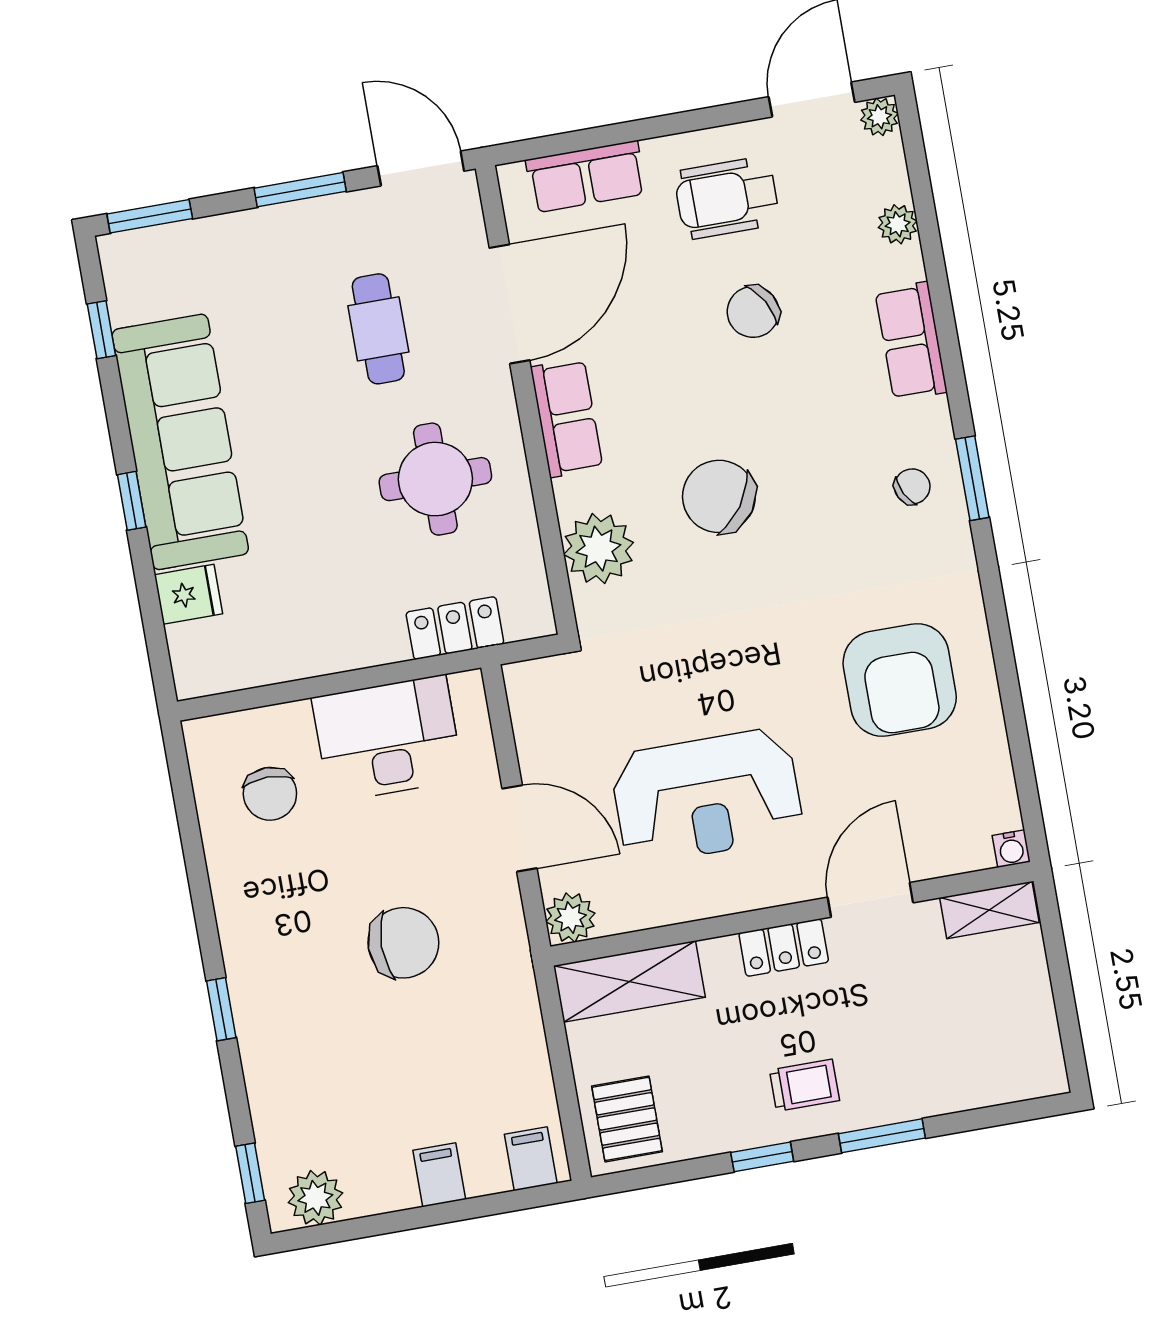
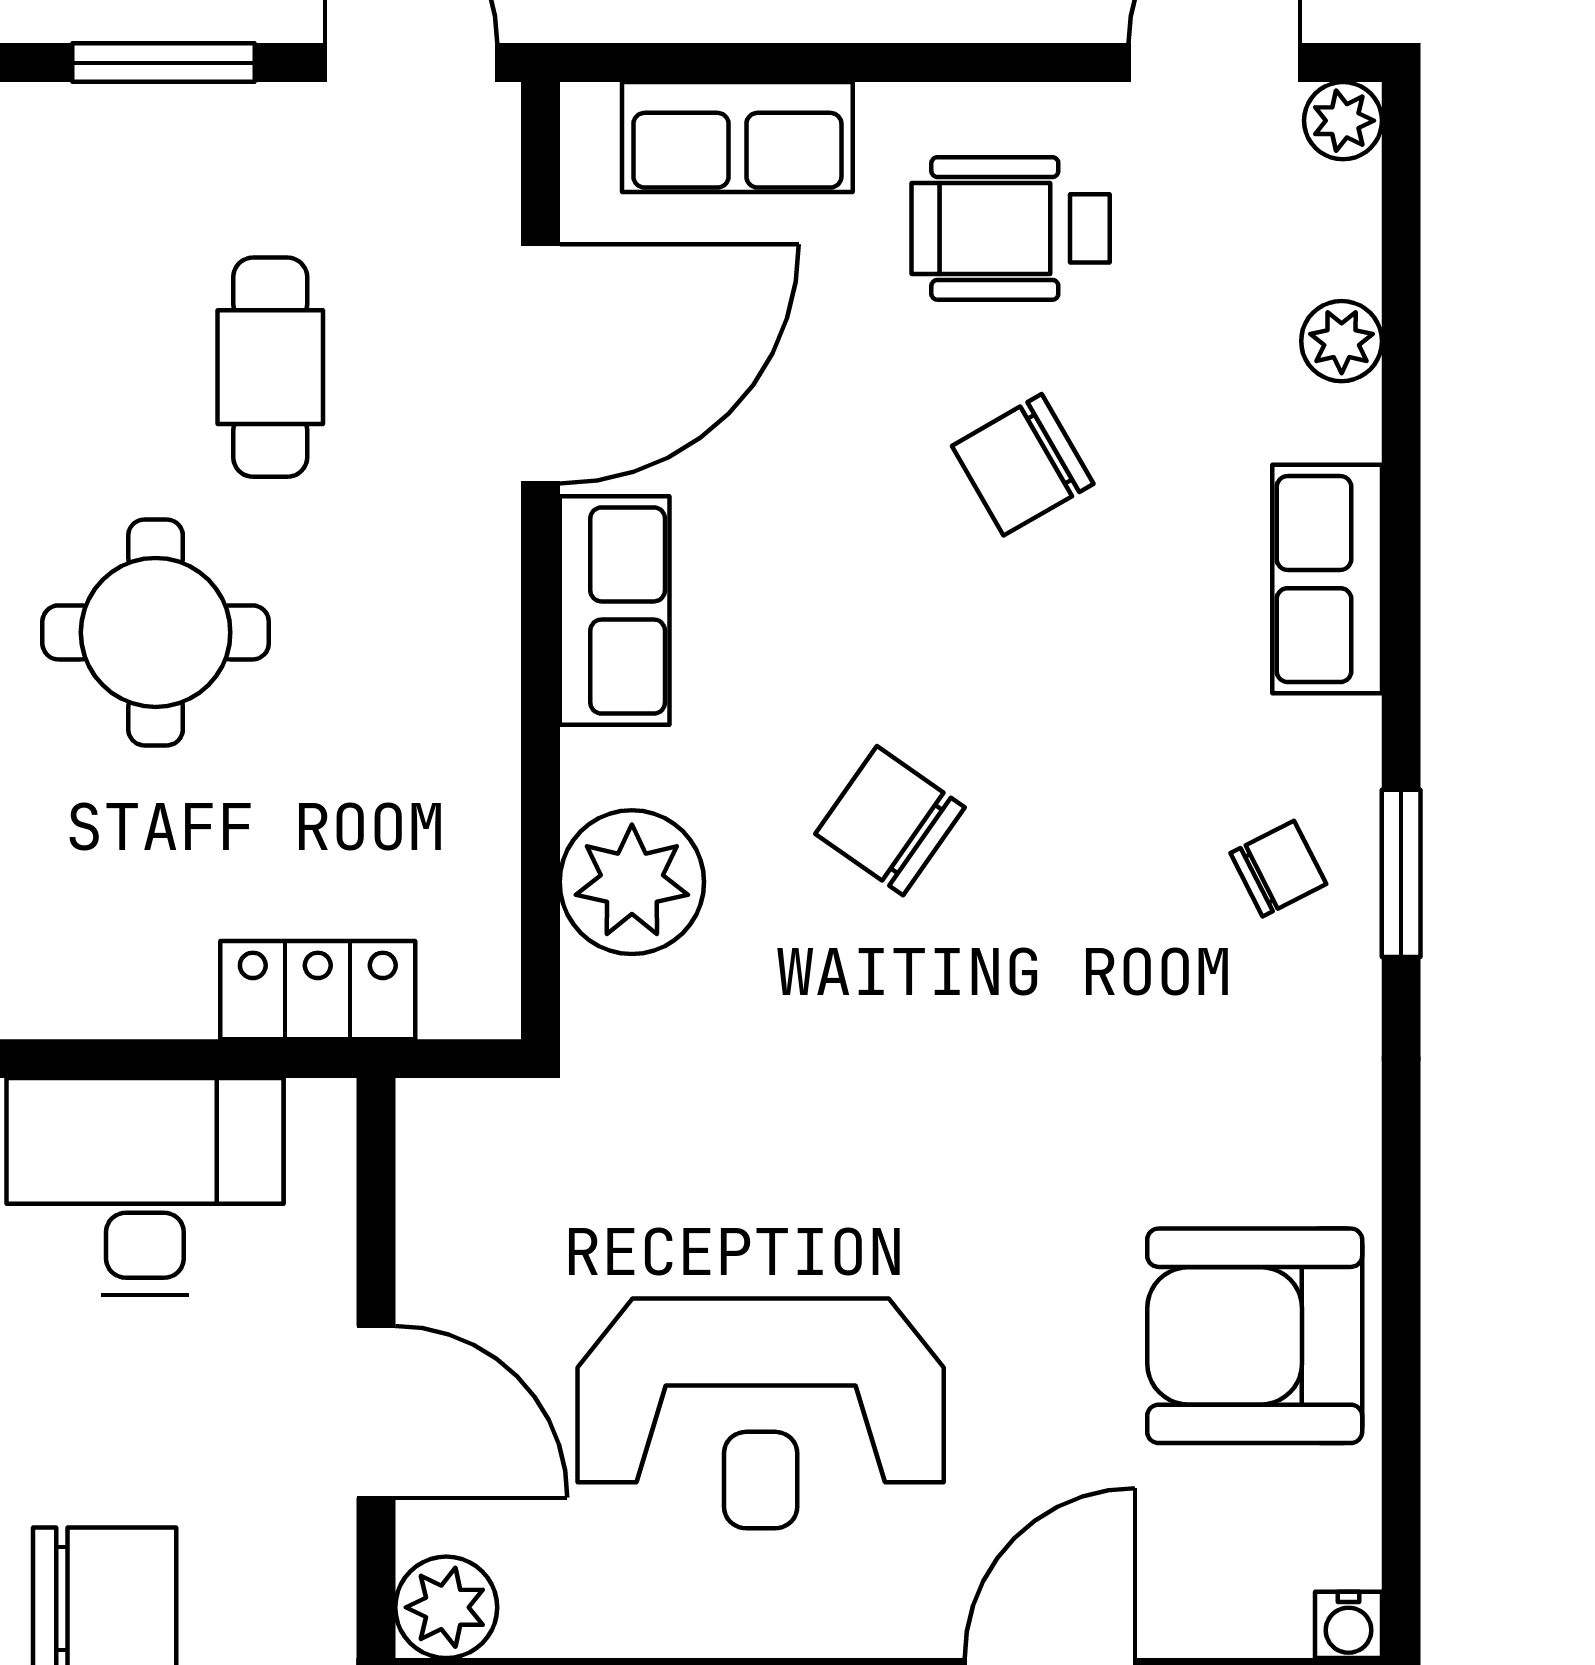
round table: (435, 479) -> (156, 632), moved
chair: (719, 496) -> (890, 821), width x0.73, depth x0.73
armchair: (900, 680) -> (1255, 1336), moved, turned 90

